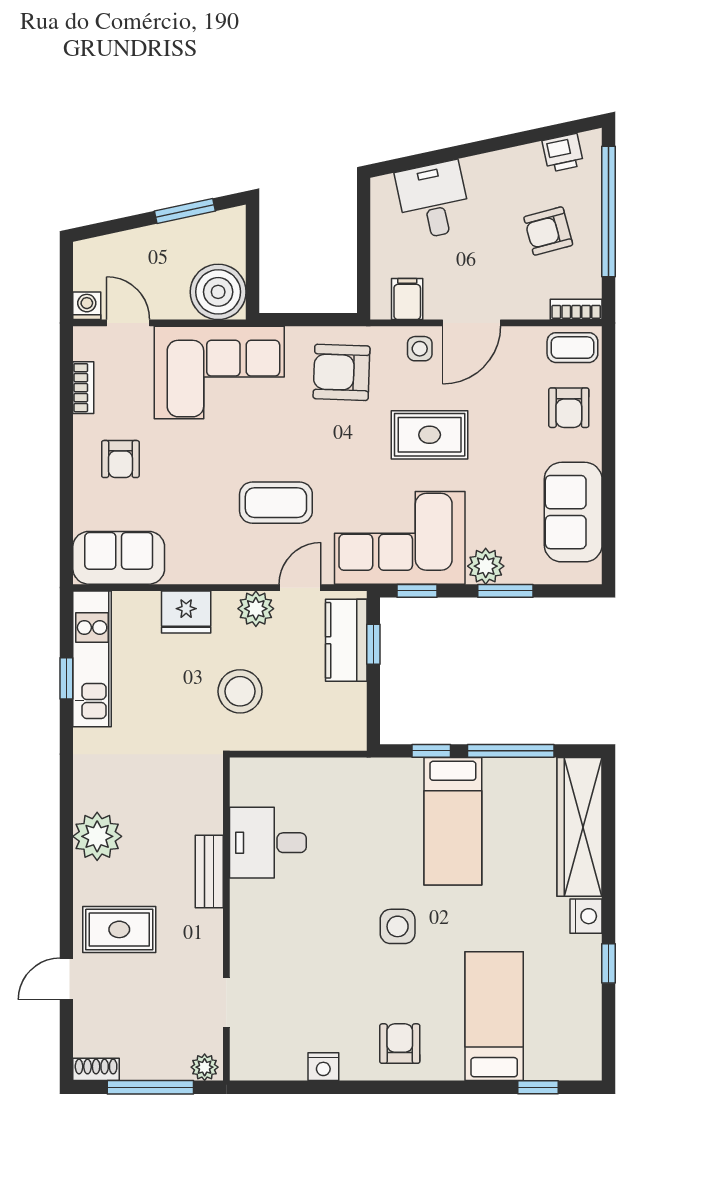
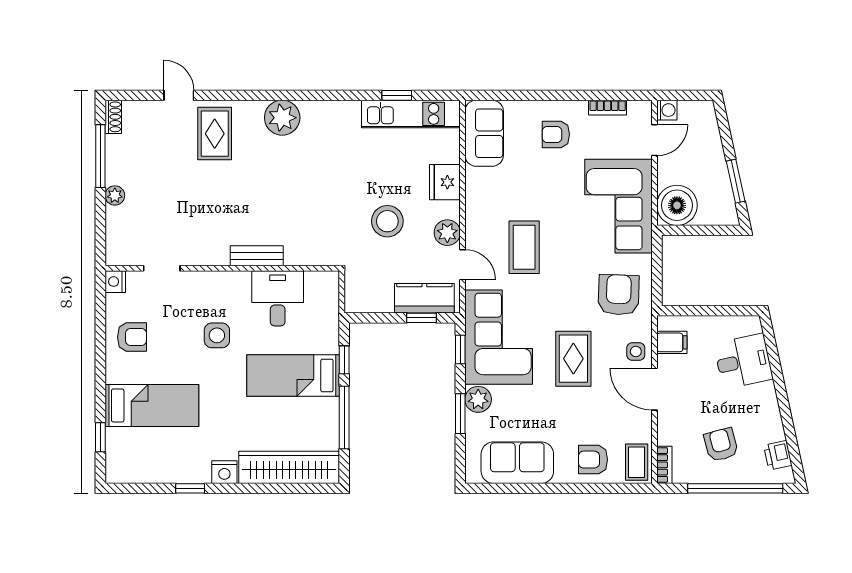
desk: (268, 843) -> (278, 298), moved
bench: (209, 872) -> (257, 256), moved
wall: (226, 919) -> (222, 268), moved
doorway: (226, 1002) -> (162, 268), moved

